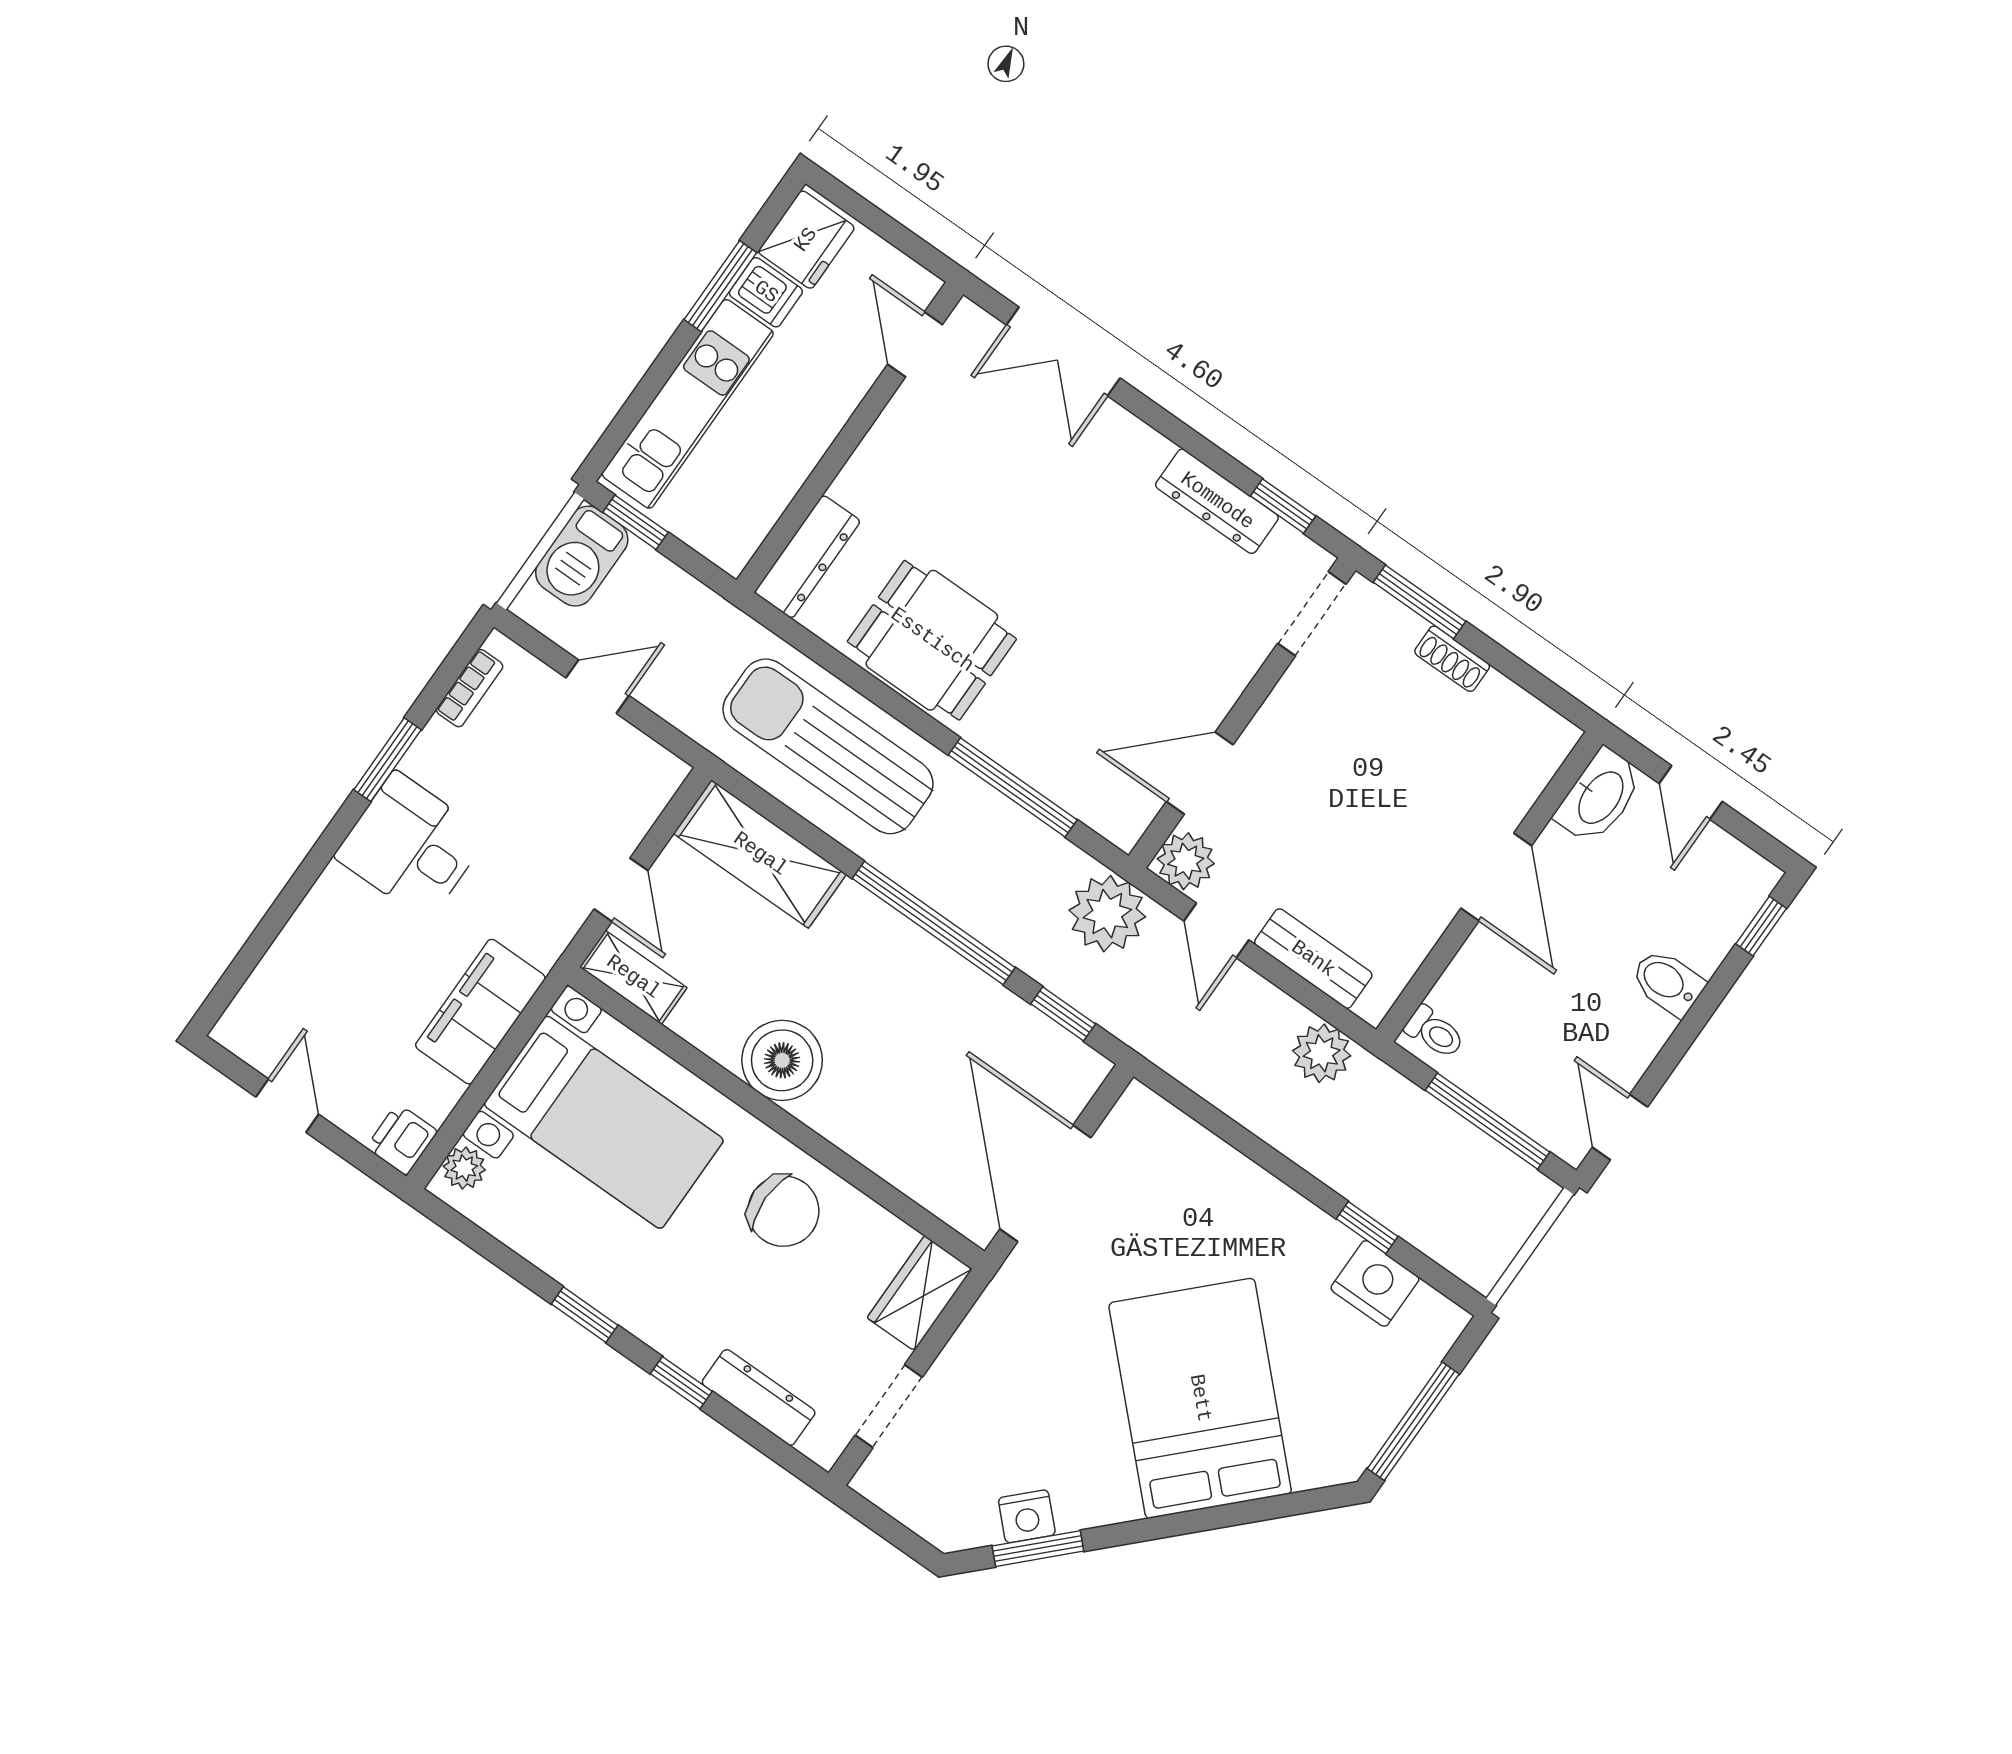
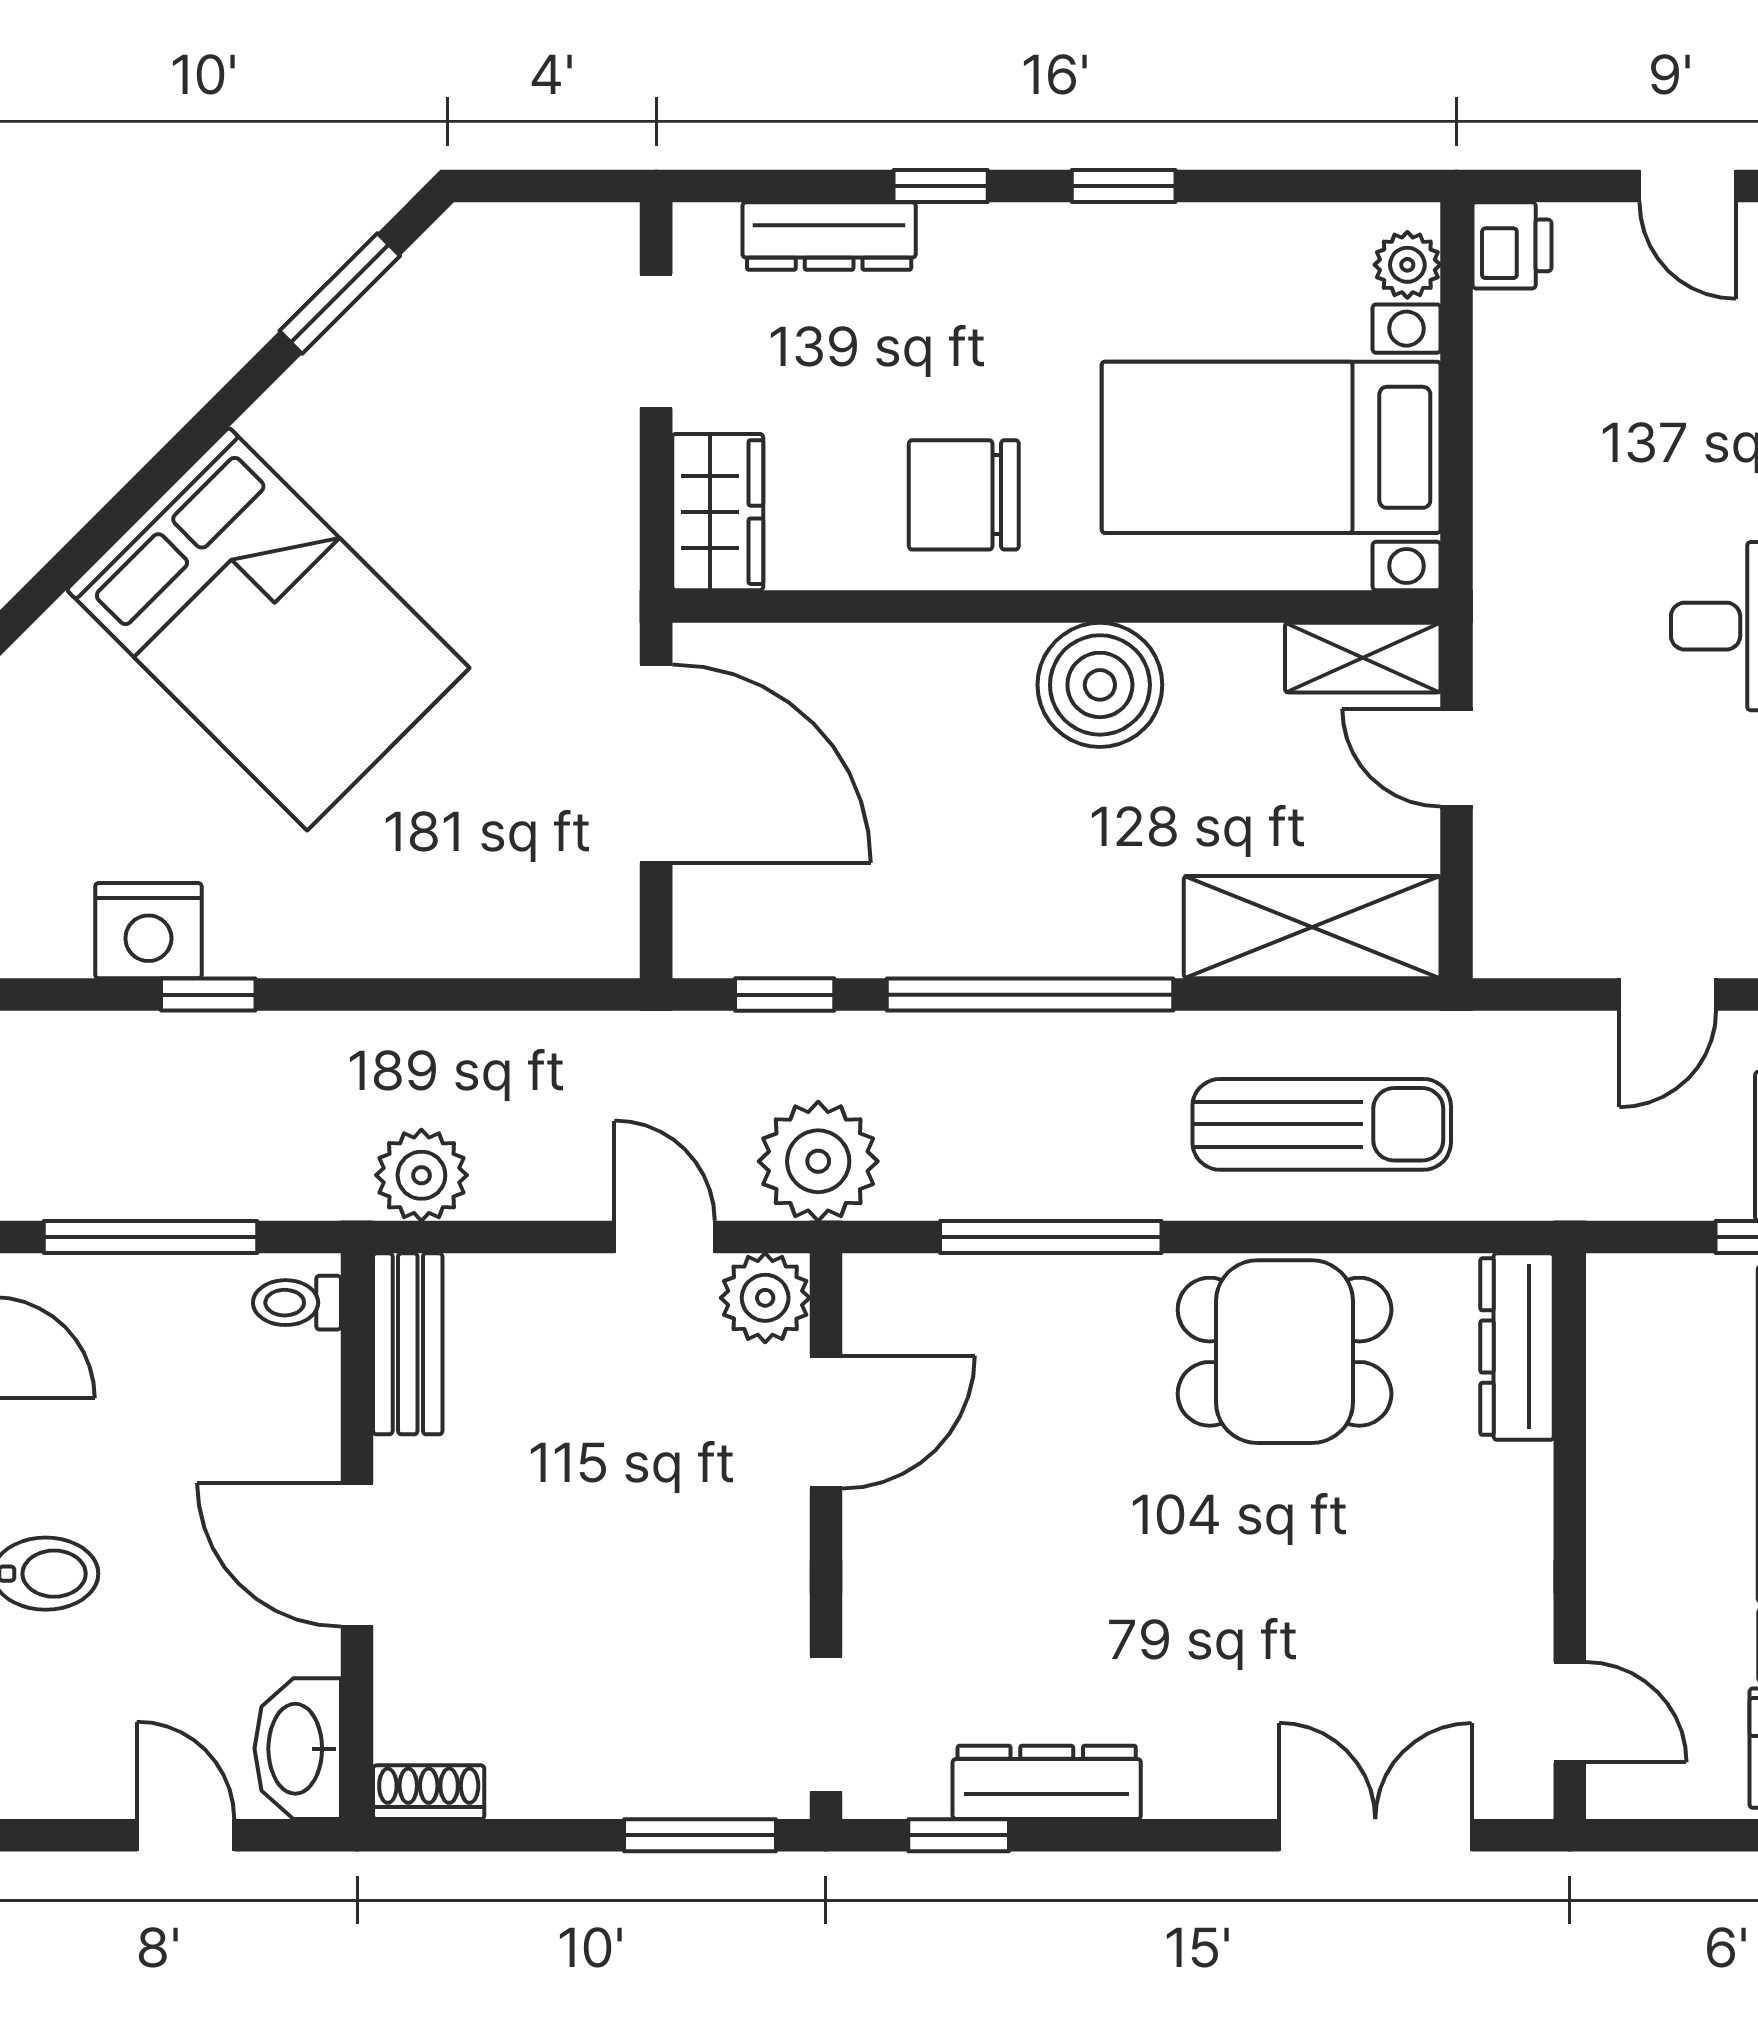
shoe rack: (1452, 659) -> (429, 1792), moved
sun lounger: (828, 746) -> (1322, 1124), width x0.73, depth x0.75
bench: (1313, 959) -> (408, 1344), moved, turned 90
filing cabinet: (480, 1012) -> (1526, 478), removed
nightstand: (1027, 1516) -> (383, 324), removed

